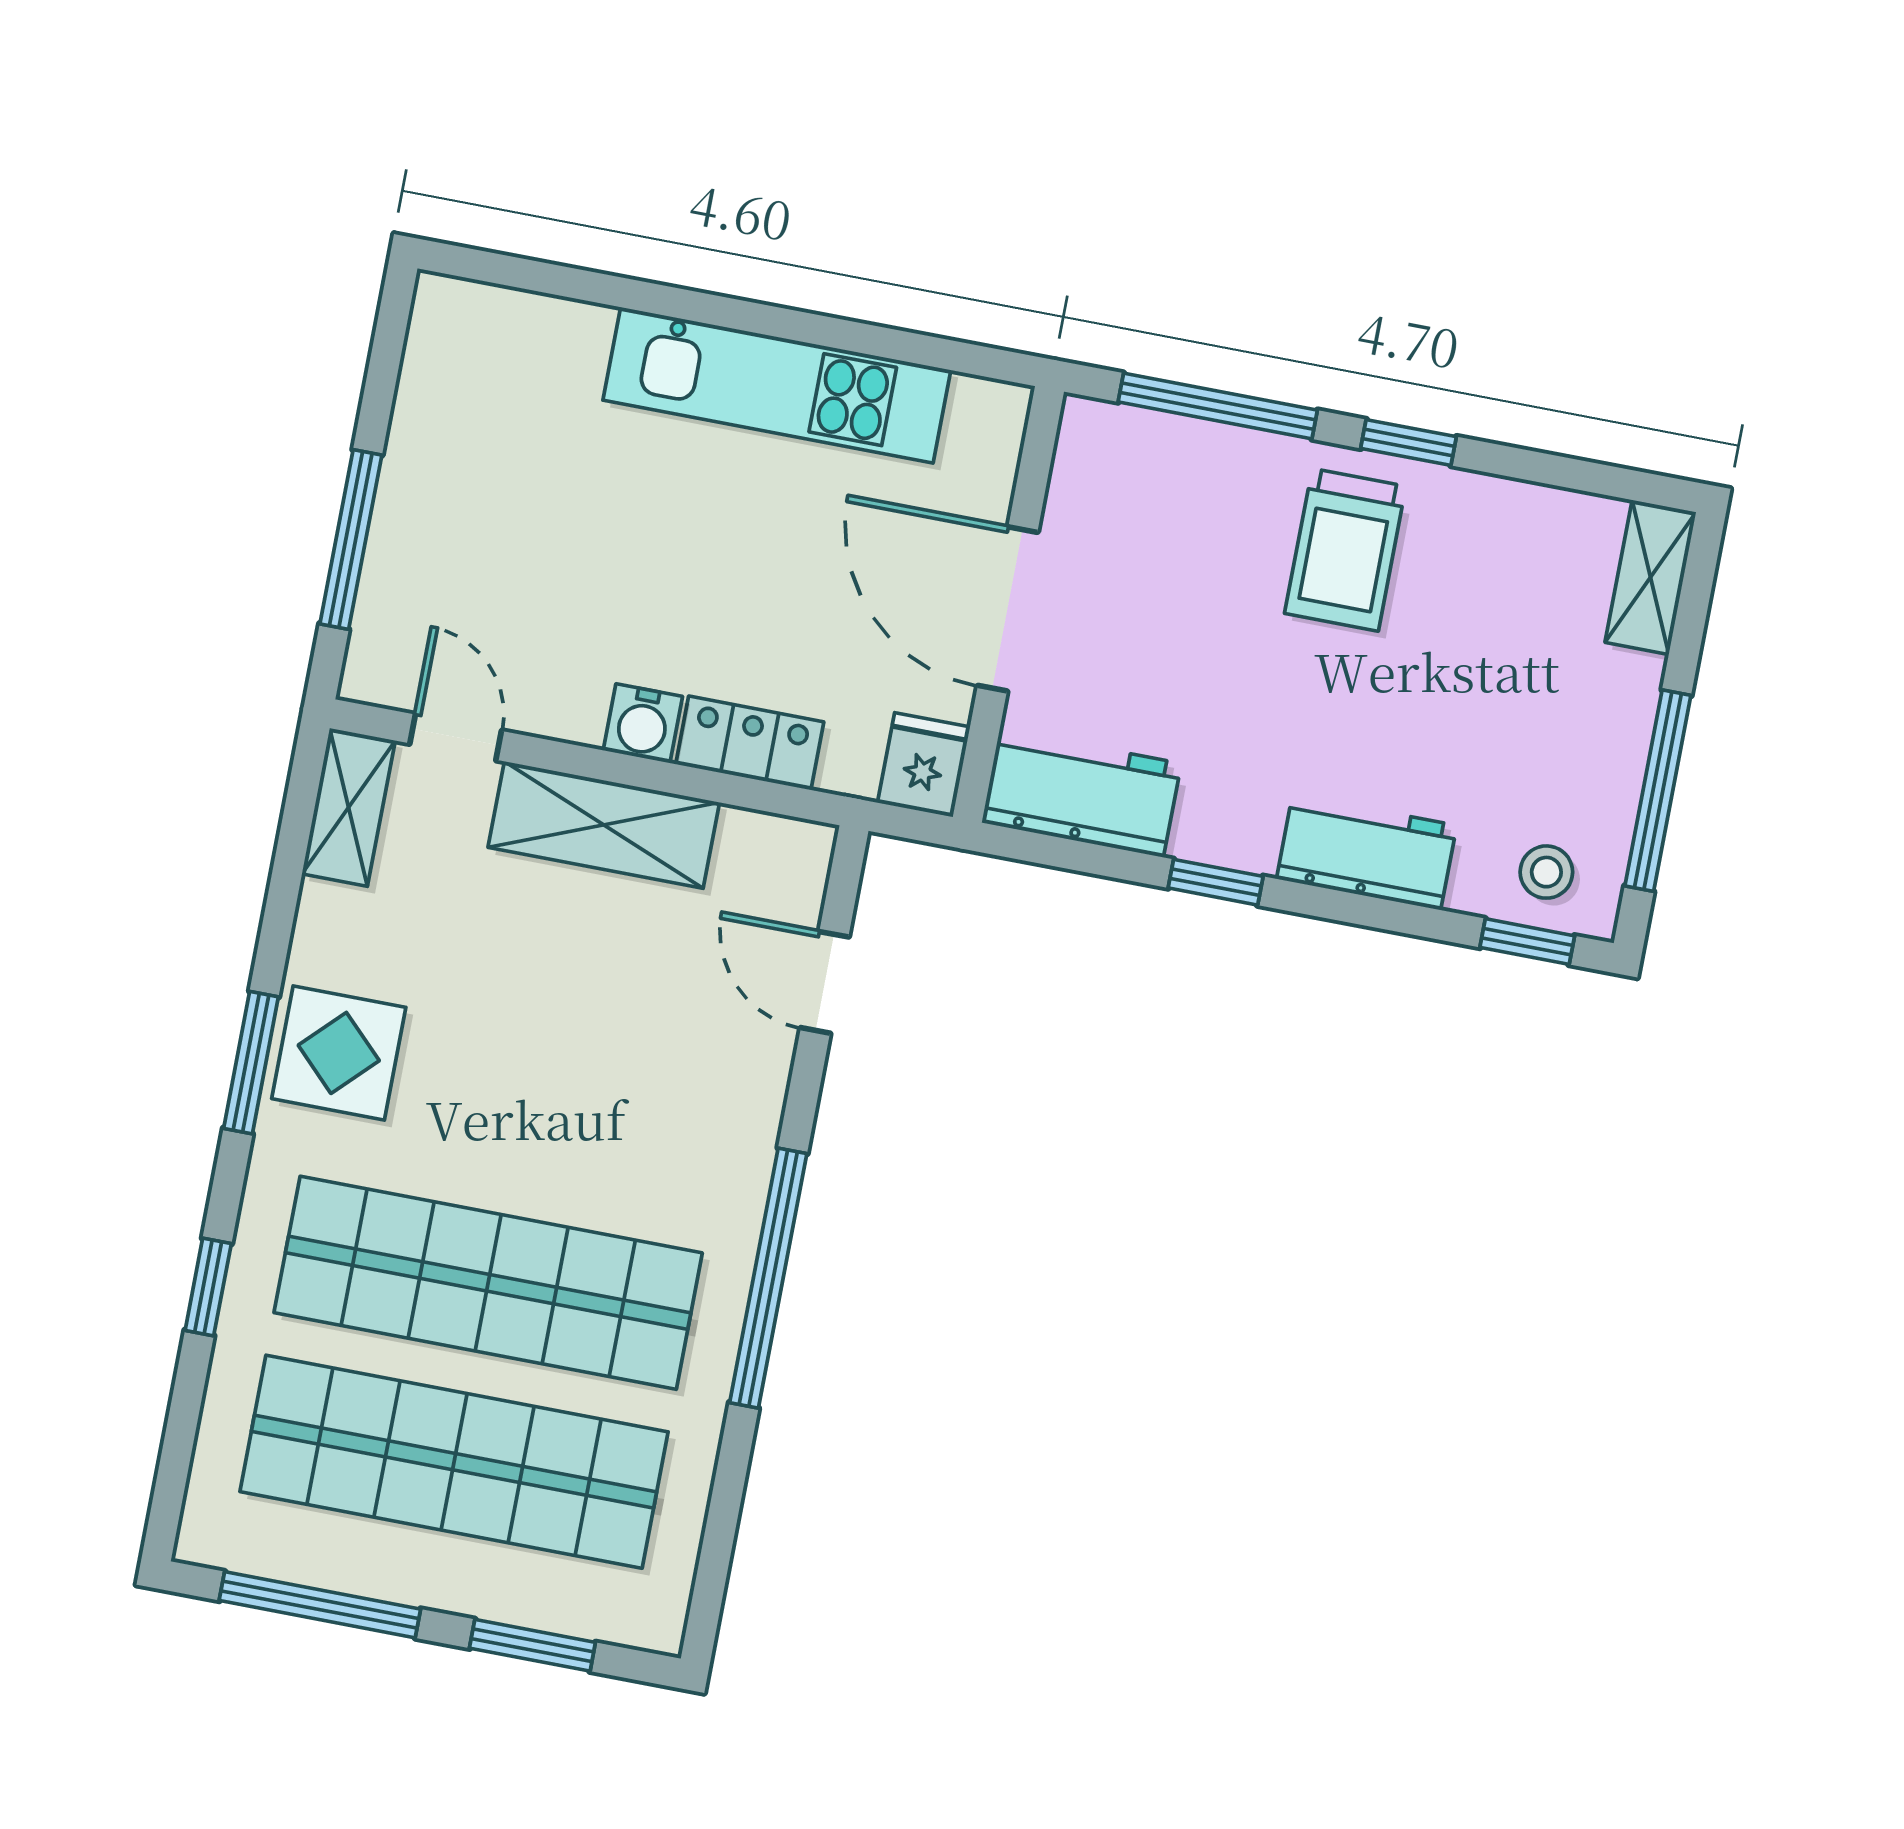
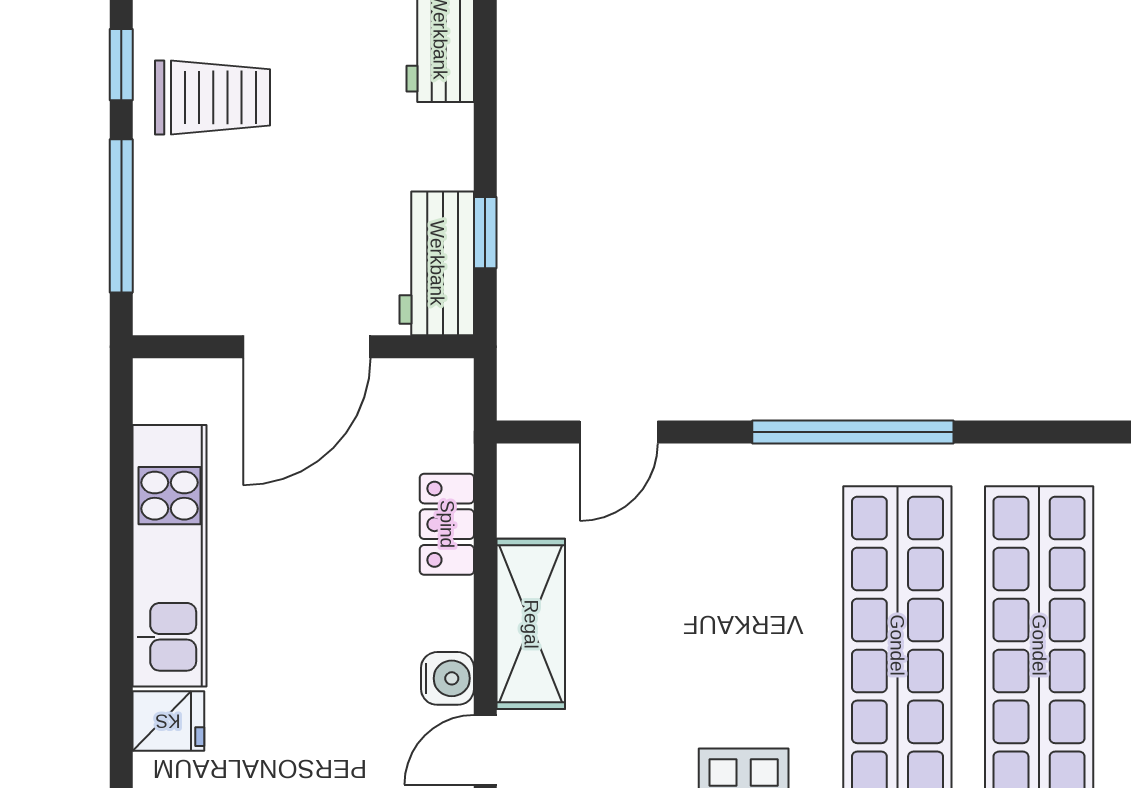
water cooler: (643, 723) -> (448, 678), moved
fridge: (924, 765) -> (168, 721), moved, turned 180
window: (1216, 882) -> (485, 233), moved

